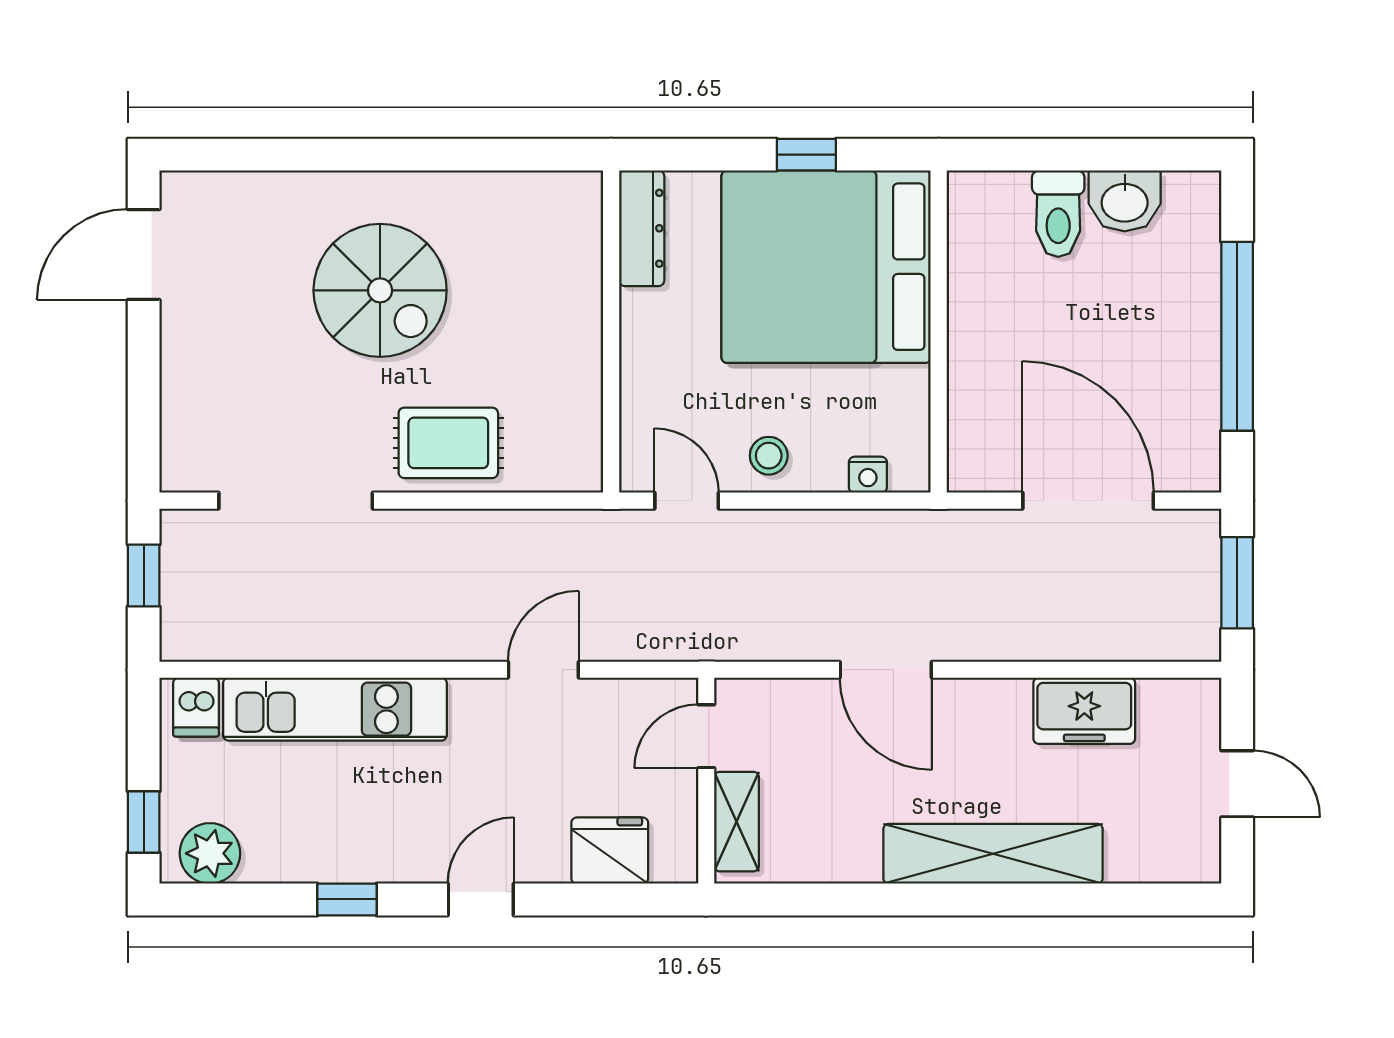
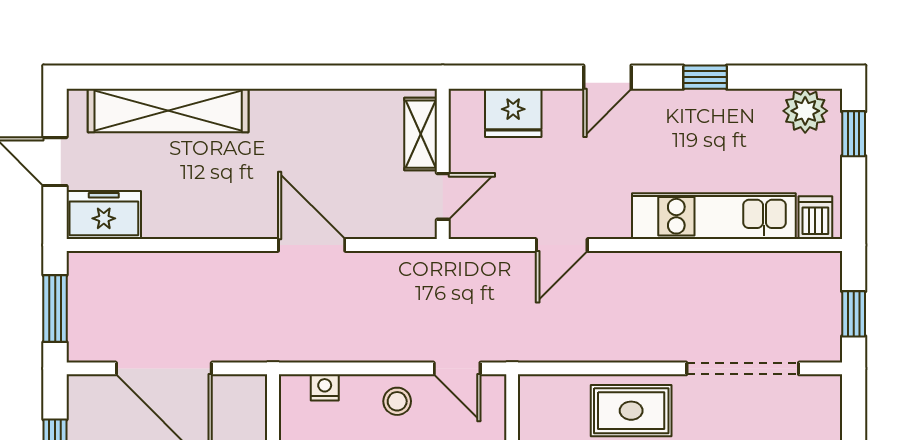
freezer: (1084, 711) -> (104, 215), moved
shelving: (993, 854) -> (168, 111), moved

